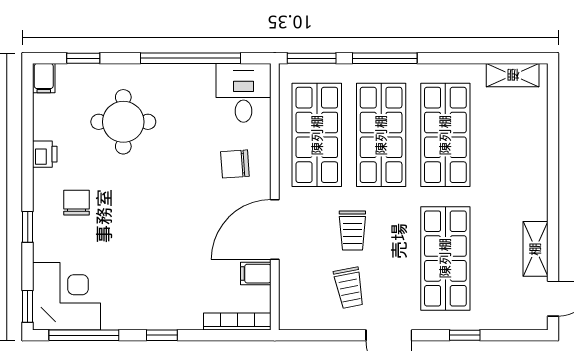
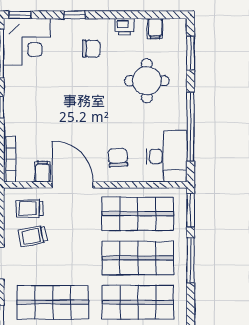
window: (83, 58) -> (191, 53), width x1.50
filing cabinet: (44, 78) -> (155, 29), moved, turned -90
desk: (244, 93) -> (167, 156), width x1.37
trolley: (352, 230) -> (30, 209), moved

